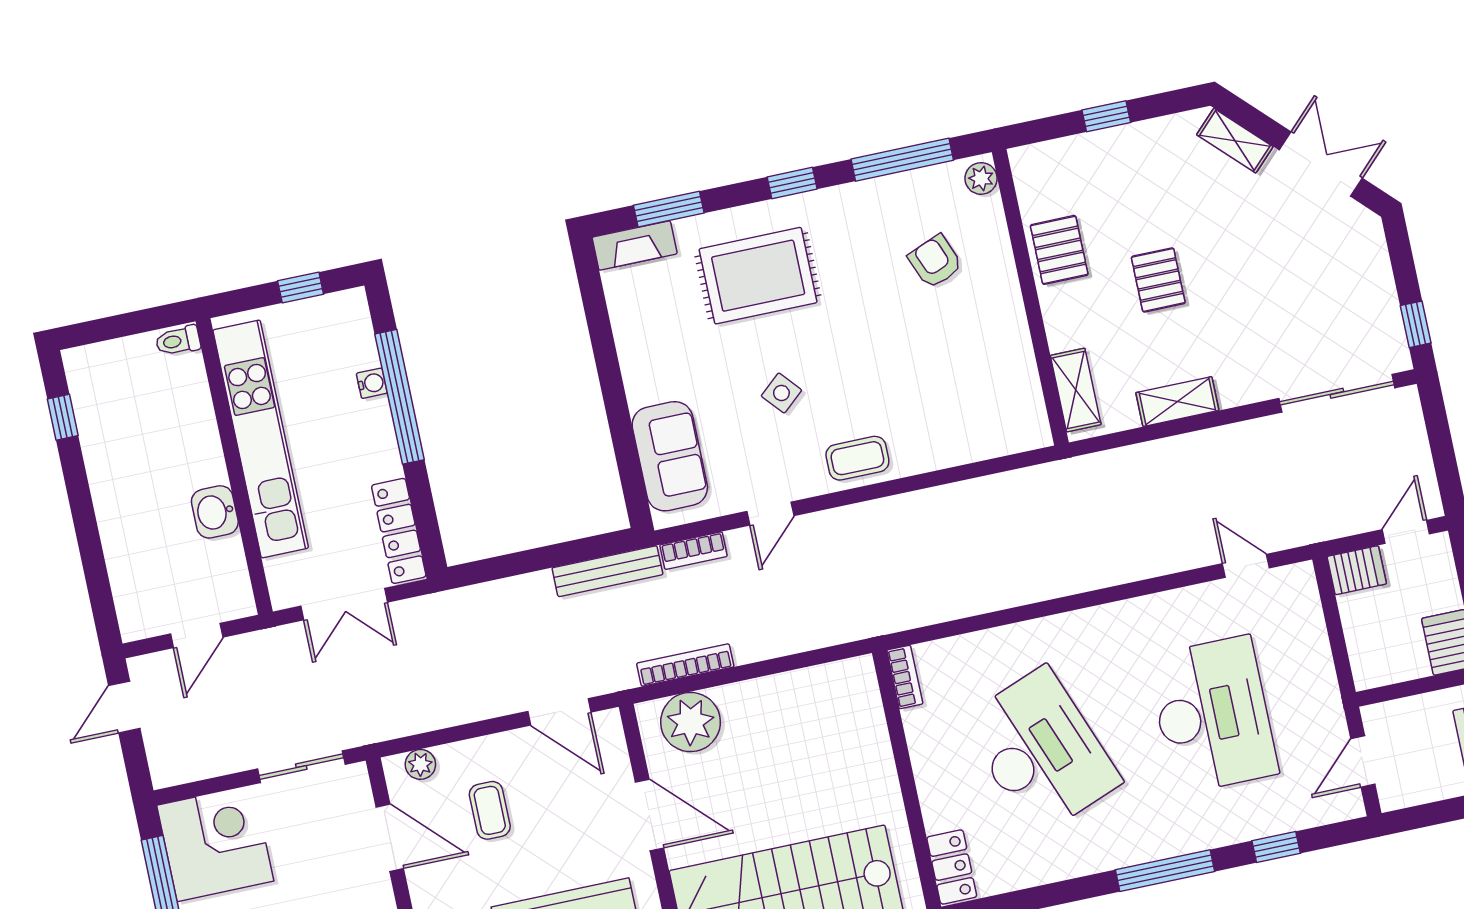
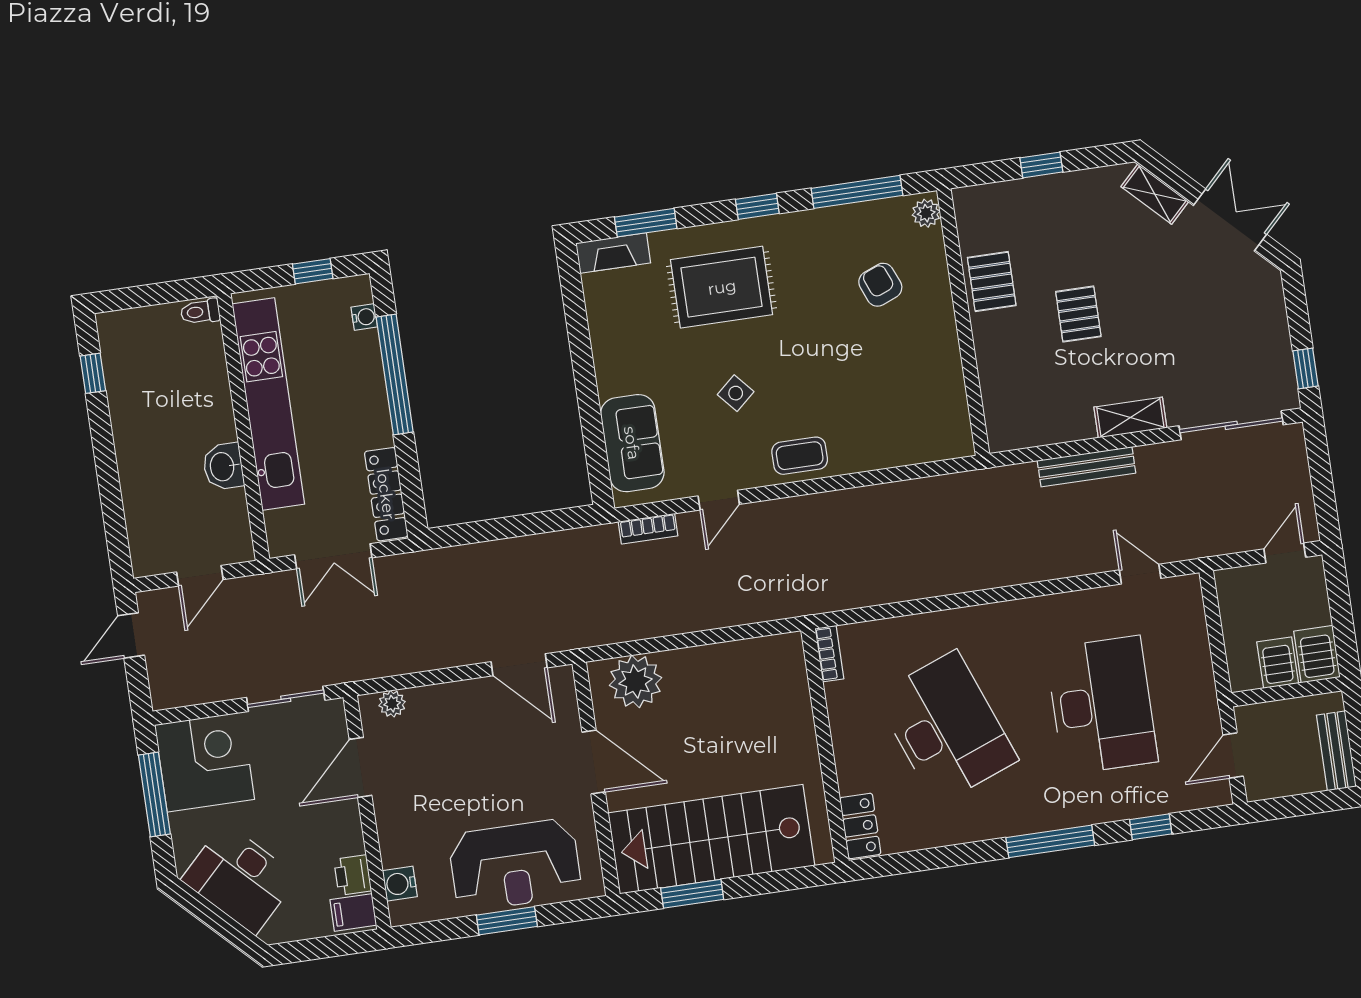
water cooler: (372, 383) -> (364, 317), moved
shelving: (1076, 390) -> (998, 407), removed
shelving: (1177, 402) -> (1130, 417), moved
server rack: (1357, 570) -> (1278, 663), moved, turned -90
bench: (607, 571) -> (1086, 467), moved
bookcase: (685, 665) -> (634, 630), removed
coffee table: (490, 810) -> (451, 749), removed
door: (390, 838) -> (361, 767), swing flipped

